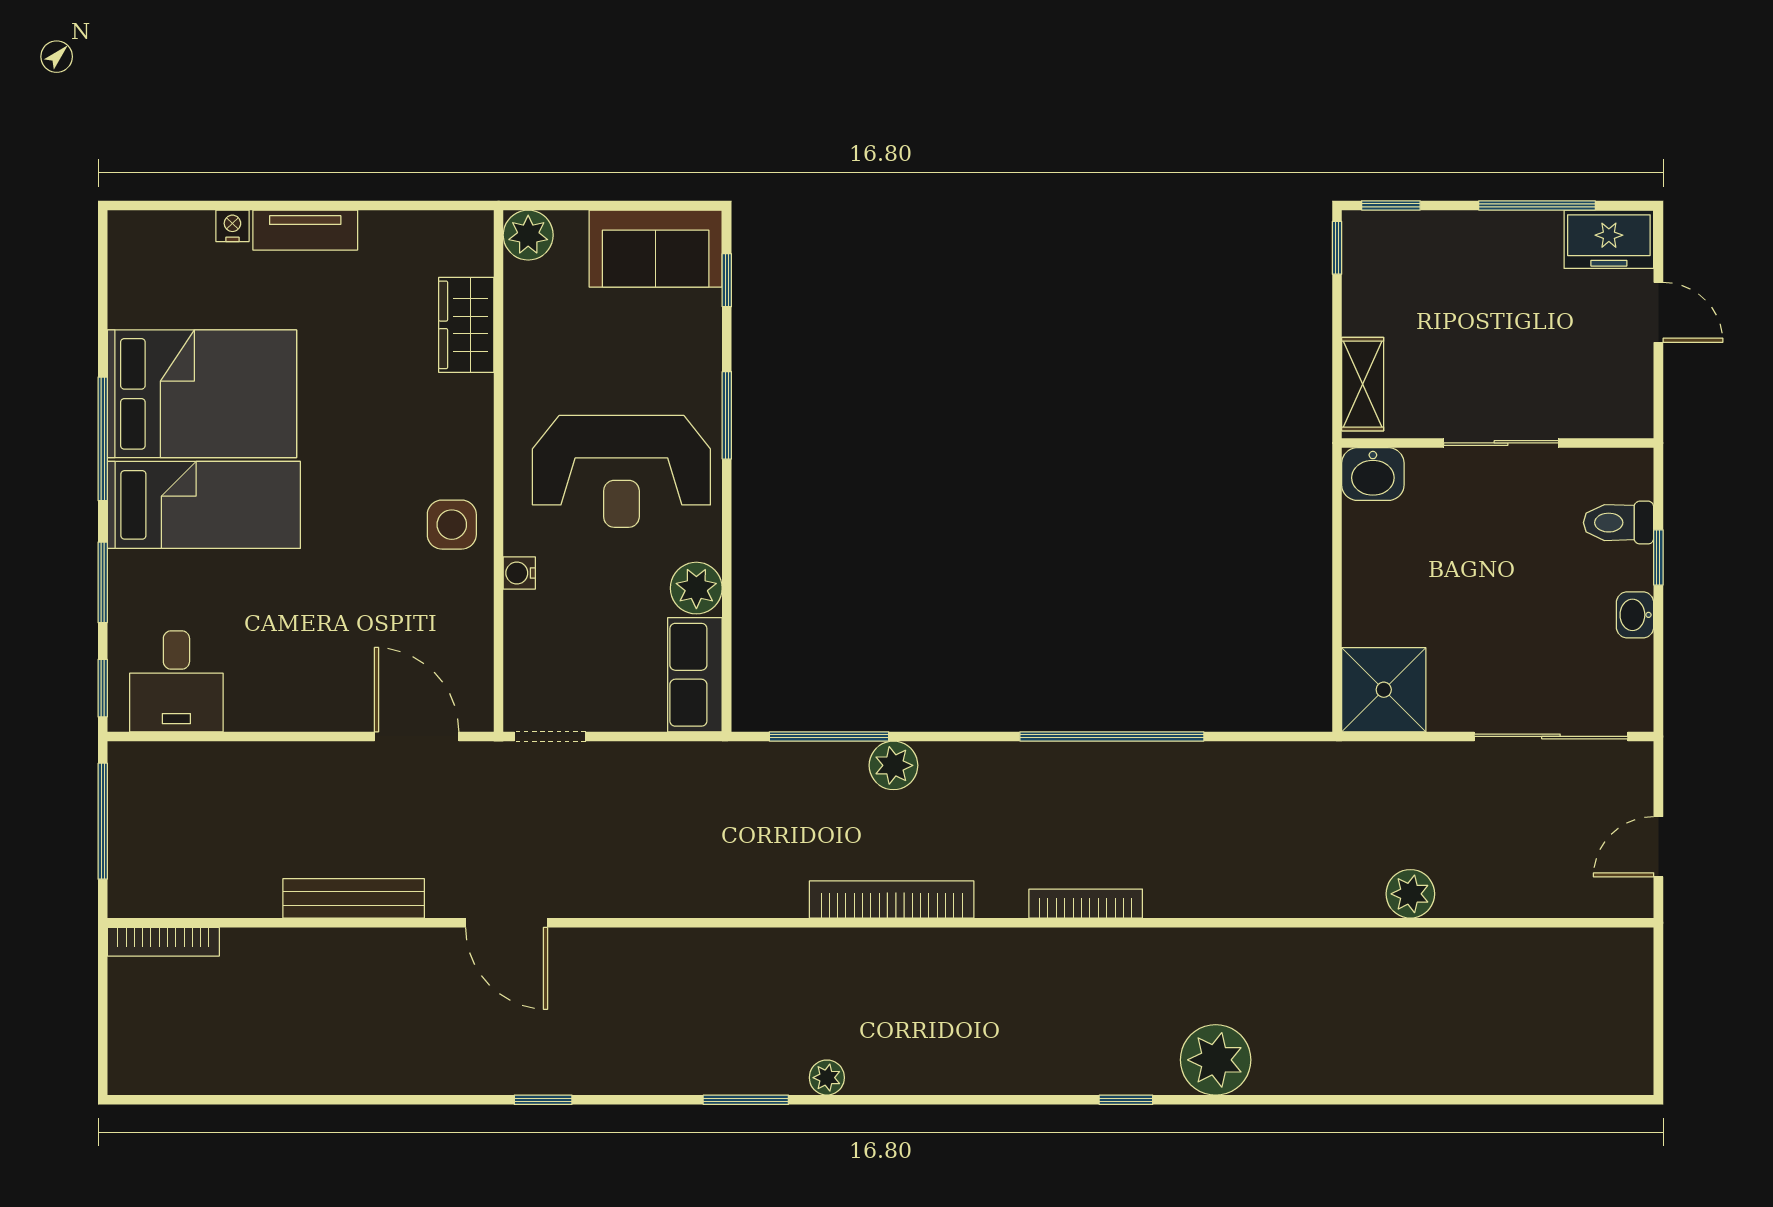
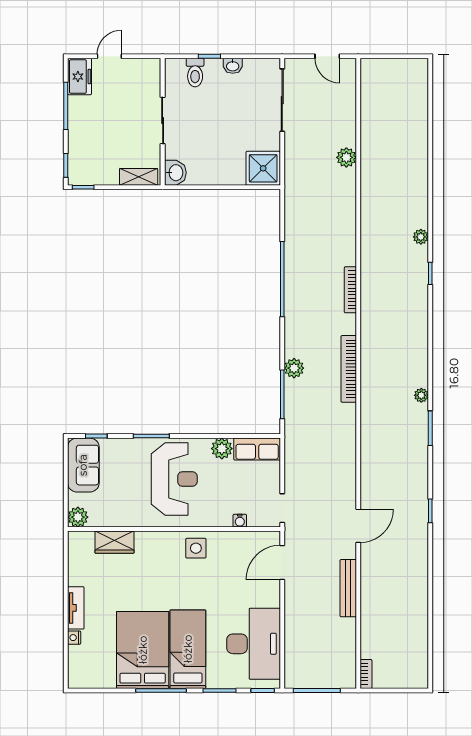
water cooler: (519, 573) -> (240, 521), moved
desk: (176, 681) -> (254, 644), width x1.87, depth x1.30
bookcase: (163, 942) -> (366, 674), width x0.64
plant: (1216, 1060) -> (421, 237), width x0.53, depth x0.53

